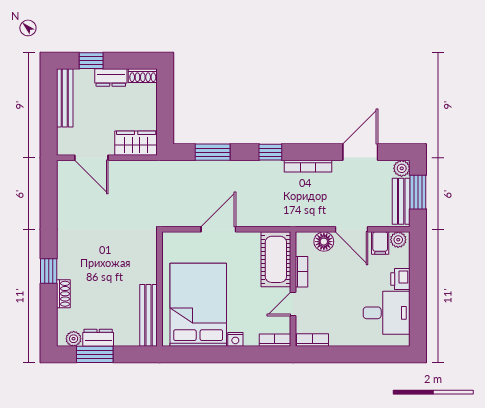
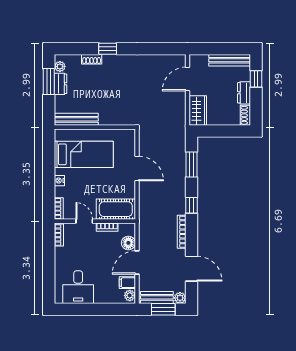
printer: (400, 279) -> (102, 297), removed
bed: (198, 305) -> (84, 154), width x0.67

